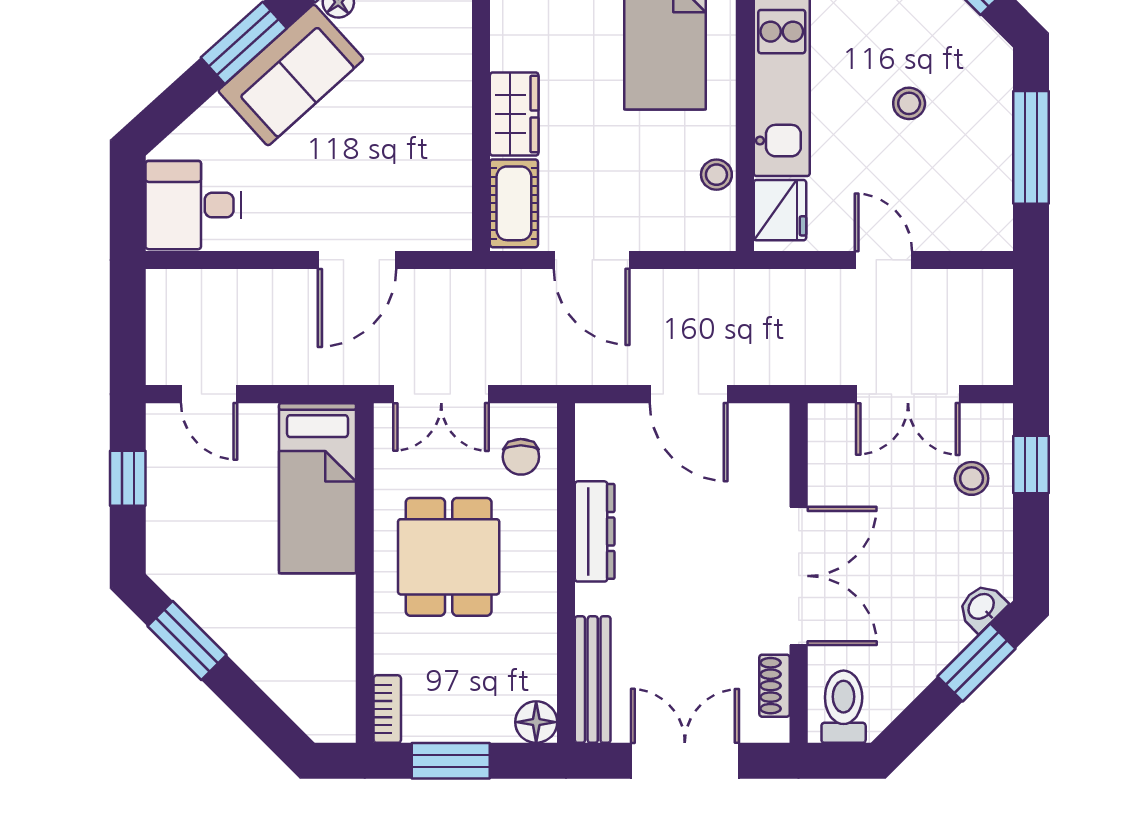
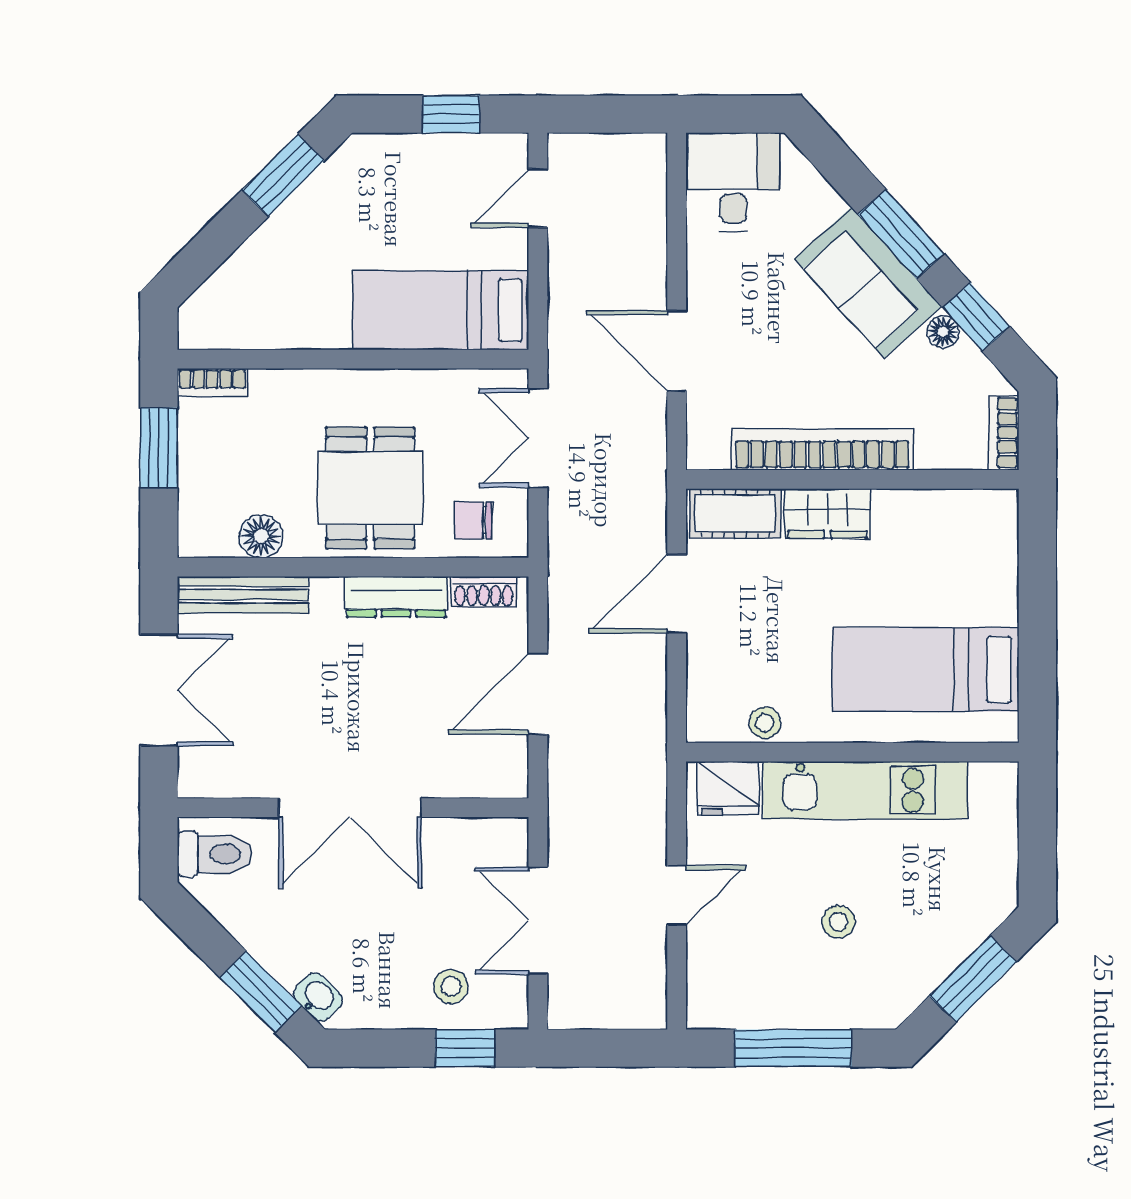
bookcase: (452, 119) -> (822, 449), added
dining table: (449, 557) -> (370, 488), moved, turned 90
shoe rack: (774, 686) -> (484, 592), moved, turned 180
floor lamp: (536, 722) -> (261, 536), moved

